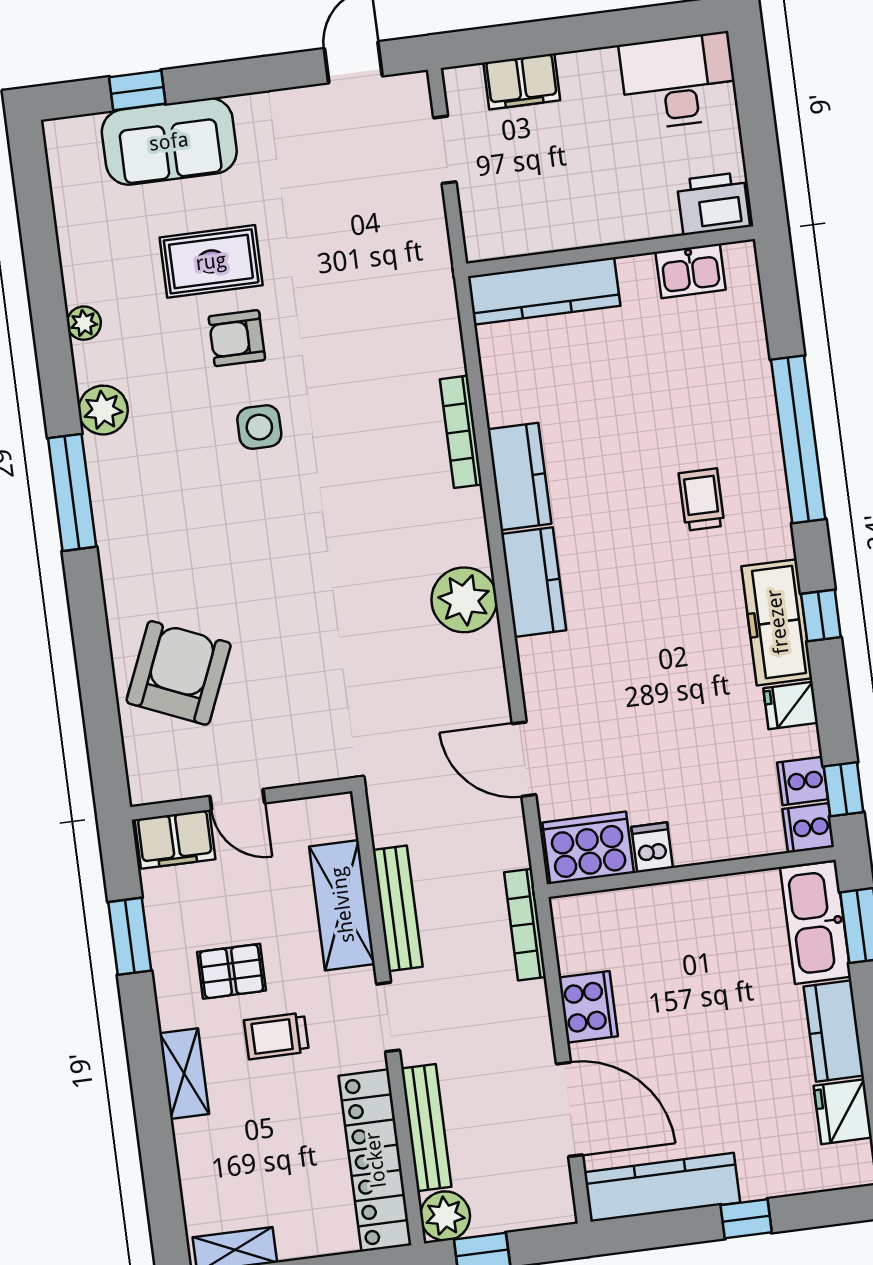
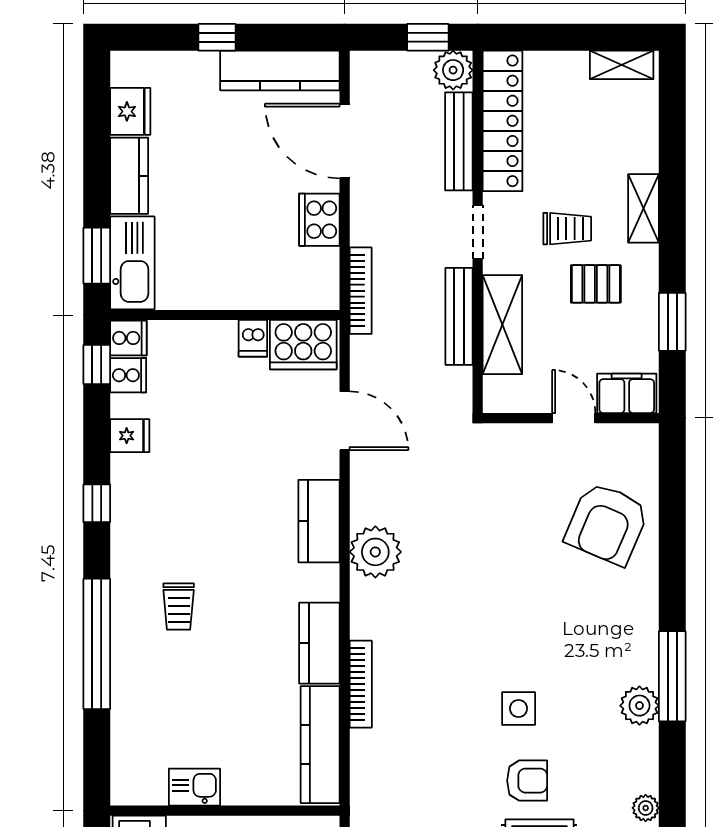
kitchen sink: (691, 271) -> (194, 787), moved
kitchen counter: (544, 291) -> (320, 745), moved, turned -90
plant: (103, 410) -> (639, 706), moved
kitchen counter: (534, 582) -> (319, 521), moved
freezer: (777, 622) -> (132, 502), removed

